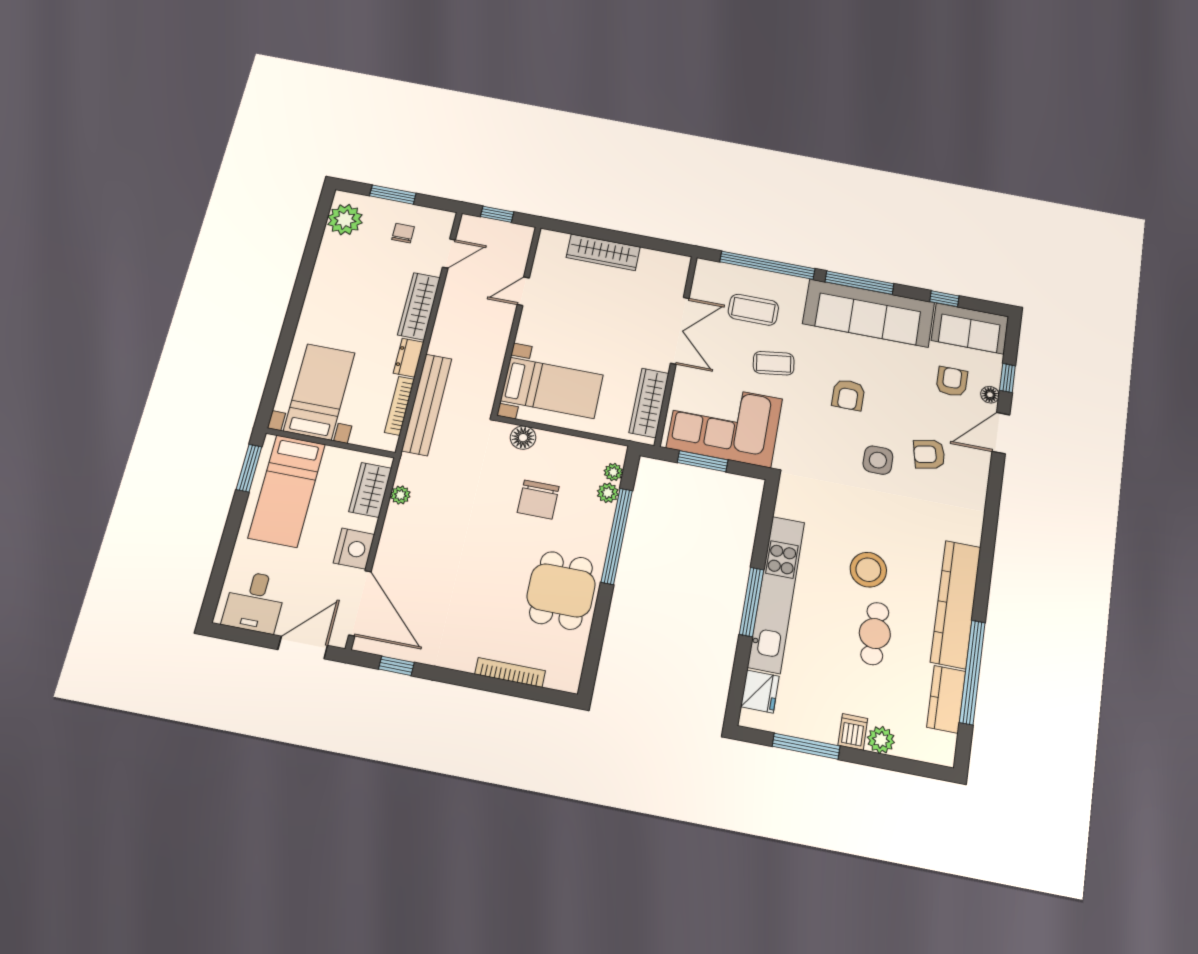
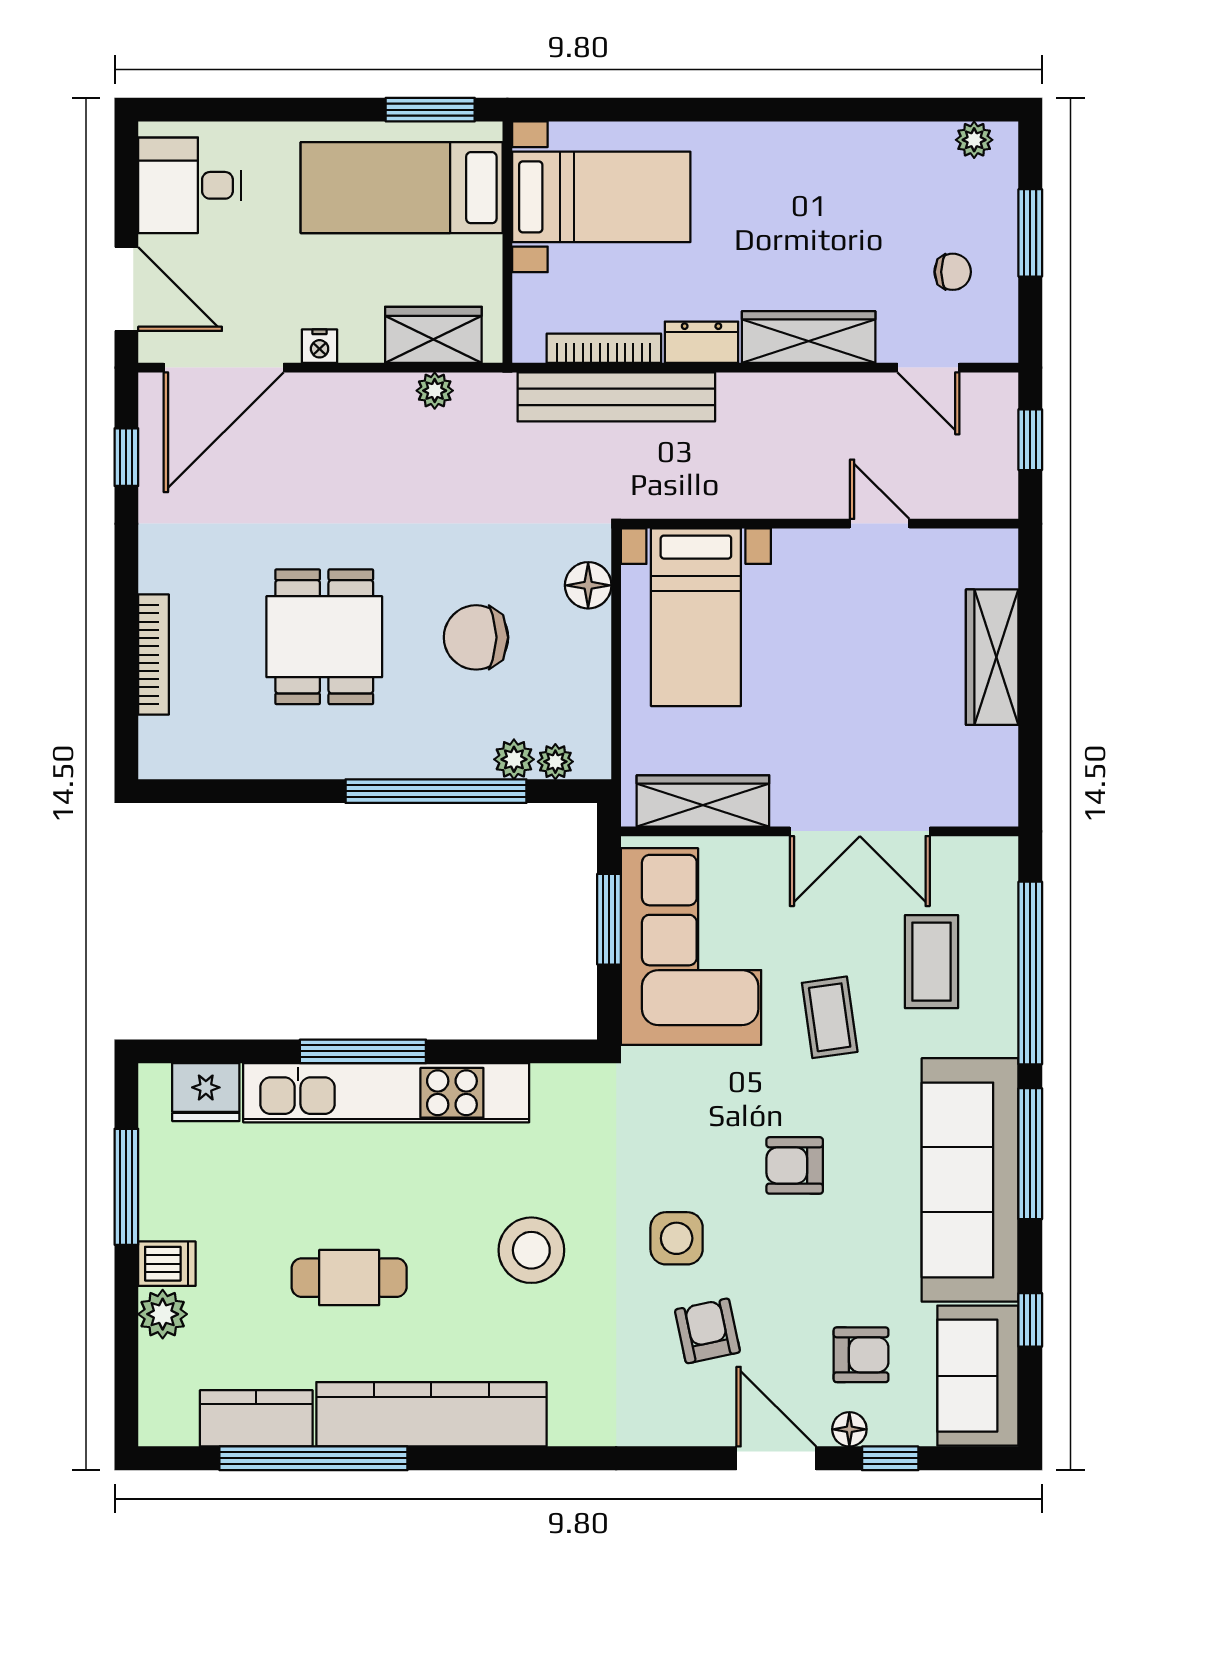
plant: (345, 220) -> (974, 140), width x0.53, depth x0.53
nightstand: (354, 549) -> (320, 346), width x0.53, depth x0.56
stool: (868, 570) -> (531, 1250), moved
dining table: (561, 590) -> (324, 637), moved, turned 90

